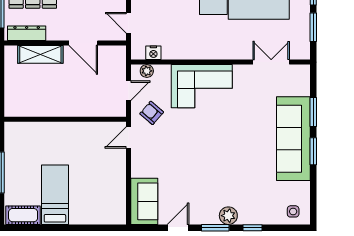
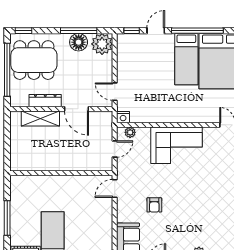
dresser: (27, 33) -> (45, 101), moved
nightstand: (153, 53) -> (123, 117), moved
armchair: (152, 113) -> (154, 205), moved, turned -131

